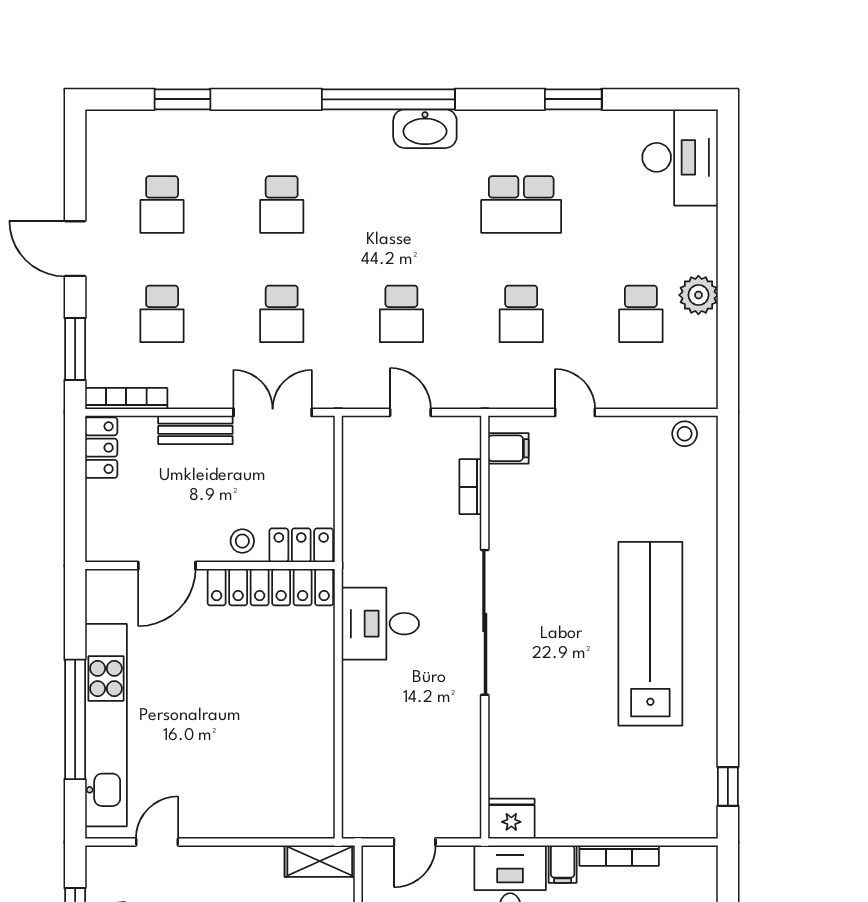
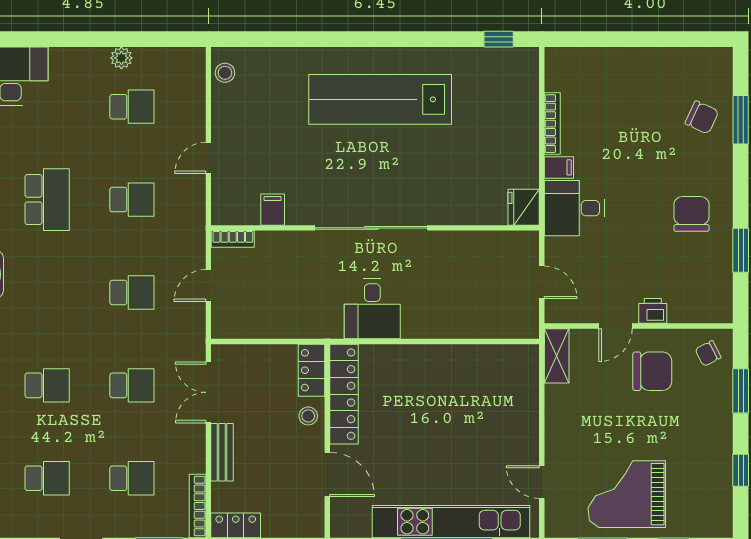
plant: (698, 295) -> (121, 58), width x0.73, depth x0.73
filing cabinet: (508, 448) -> (273, 210), moved
bookcase: (470, 487) -> (233, 239), moved

